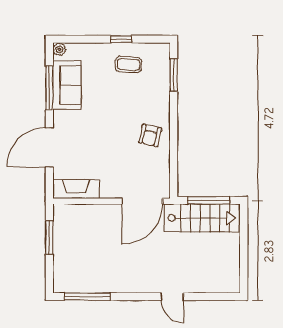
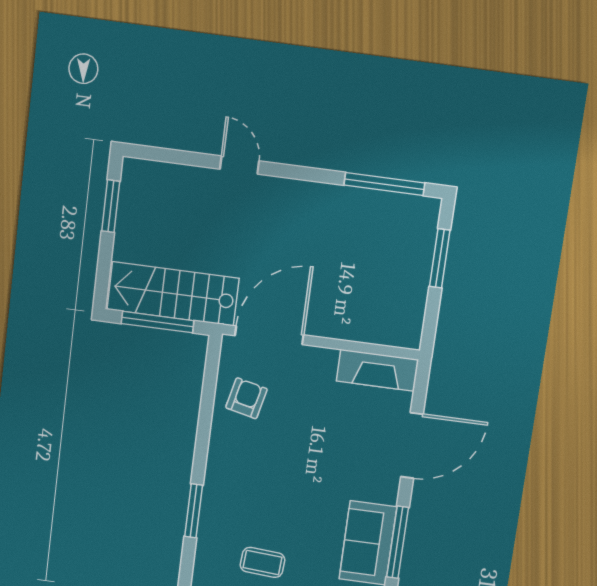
window: (174, 75) -> (194, 511), moved
armchair: (150, 135) -> (246, 398), moved
window: (49, 237) -> (440, 258), moved
window: (244, 264) -> (111, 206), added

